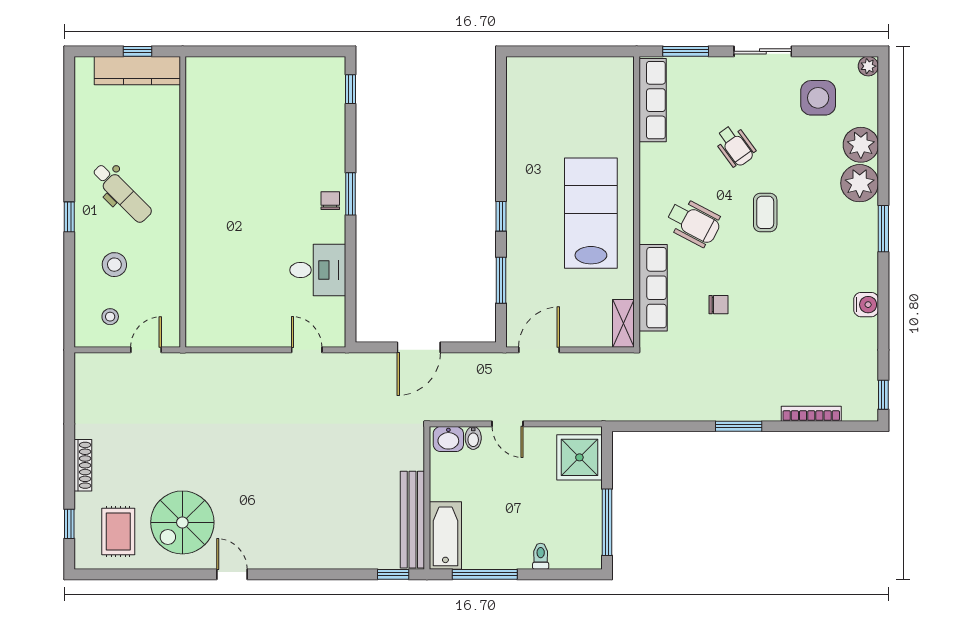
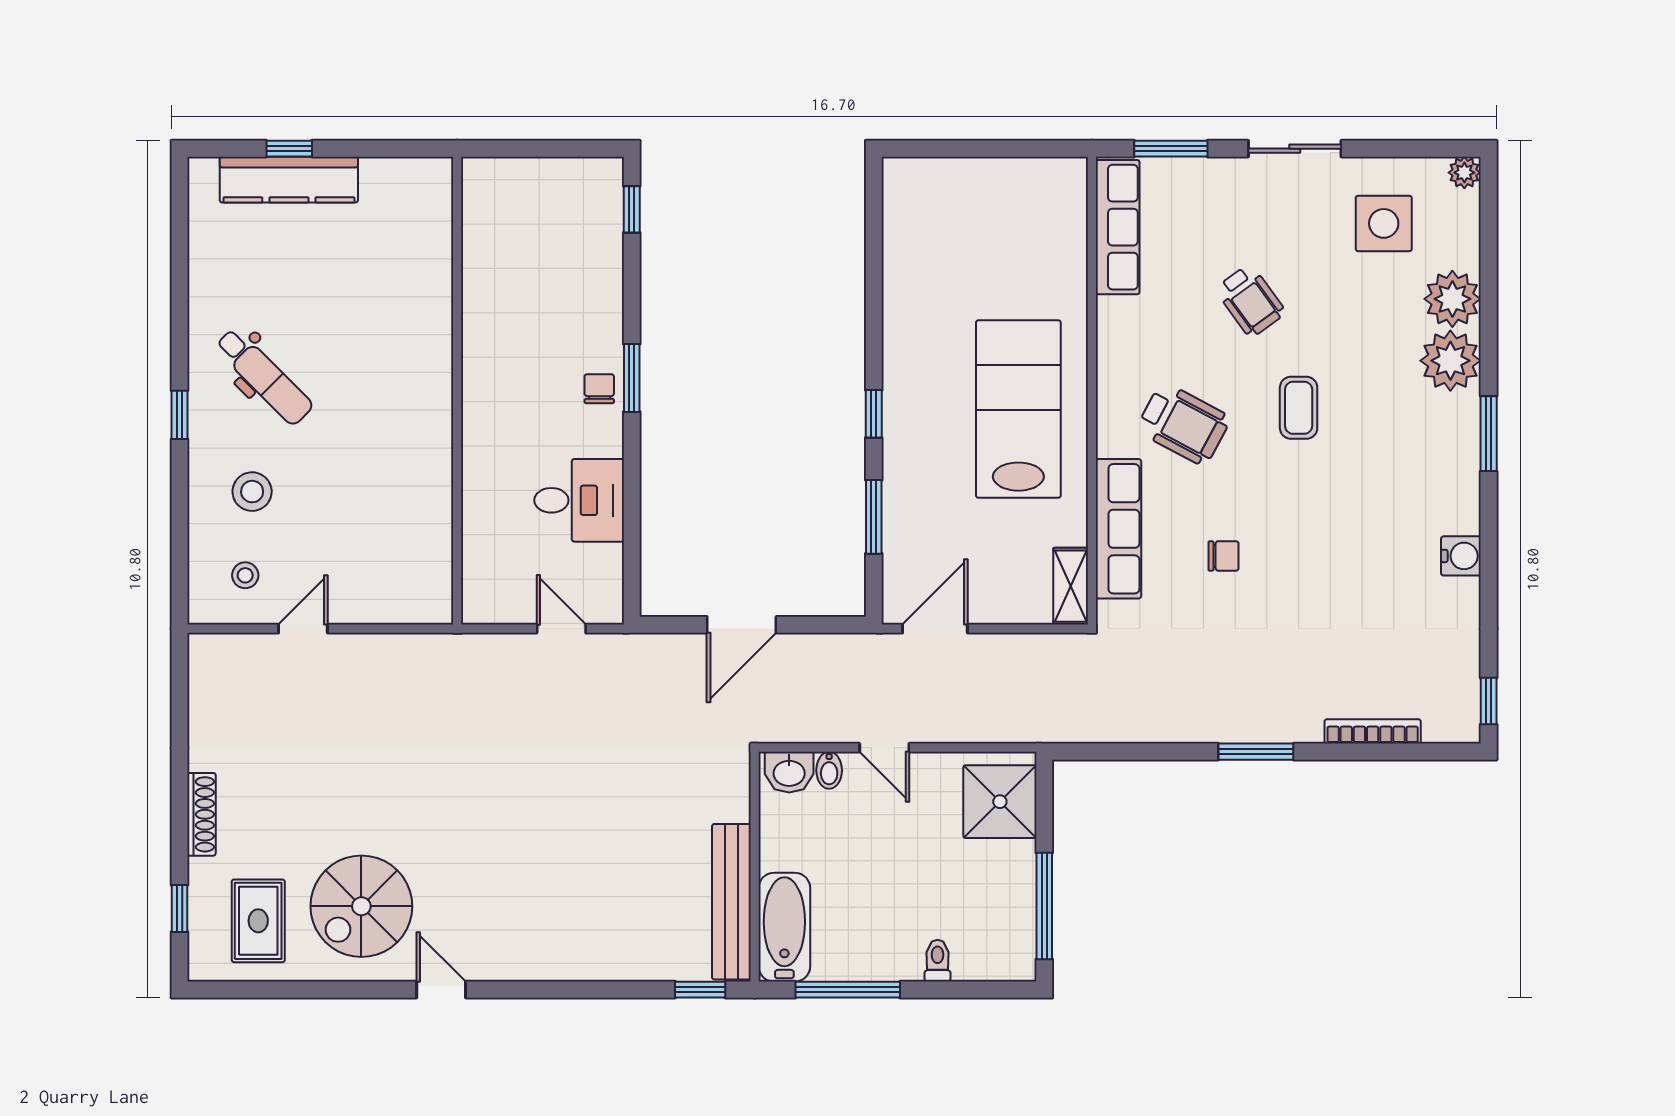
wall: (183, 202) -> (457, 391), moved

